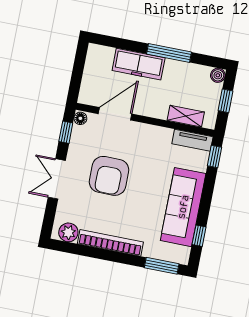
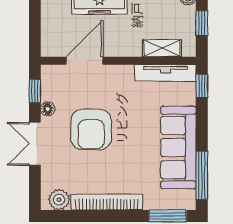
floor lamp: (80, 118) -> (48, 109), moved
tv unit: (192, 140) -> (165, 73), width x1.41
window: (199, 236) -> (202, 175), width x2.17

